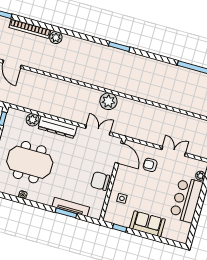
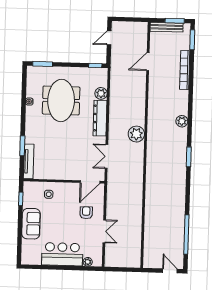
plant: (56, 38) -> (182, 121), moved
plant: (108, 101) -> (136, 134), moved
double door: (98, 130) -> (106, 156), swing flipped
chair: (100, 181) -> (60, 170), removed
tv unit: (71, 207) -> (29, 161), moved

